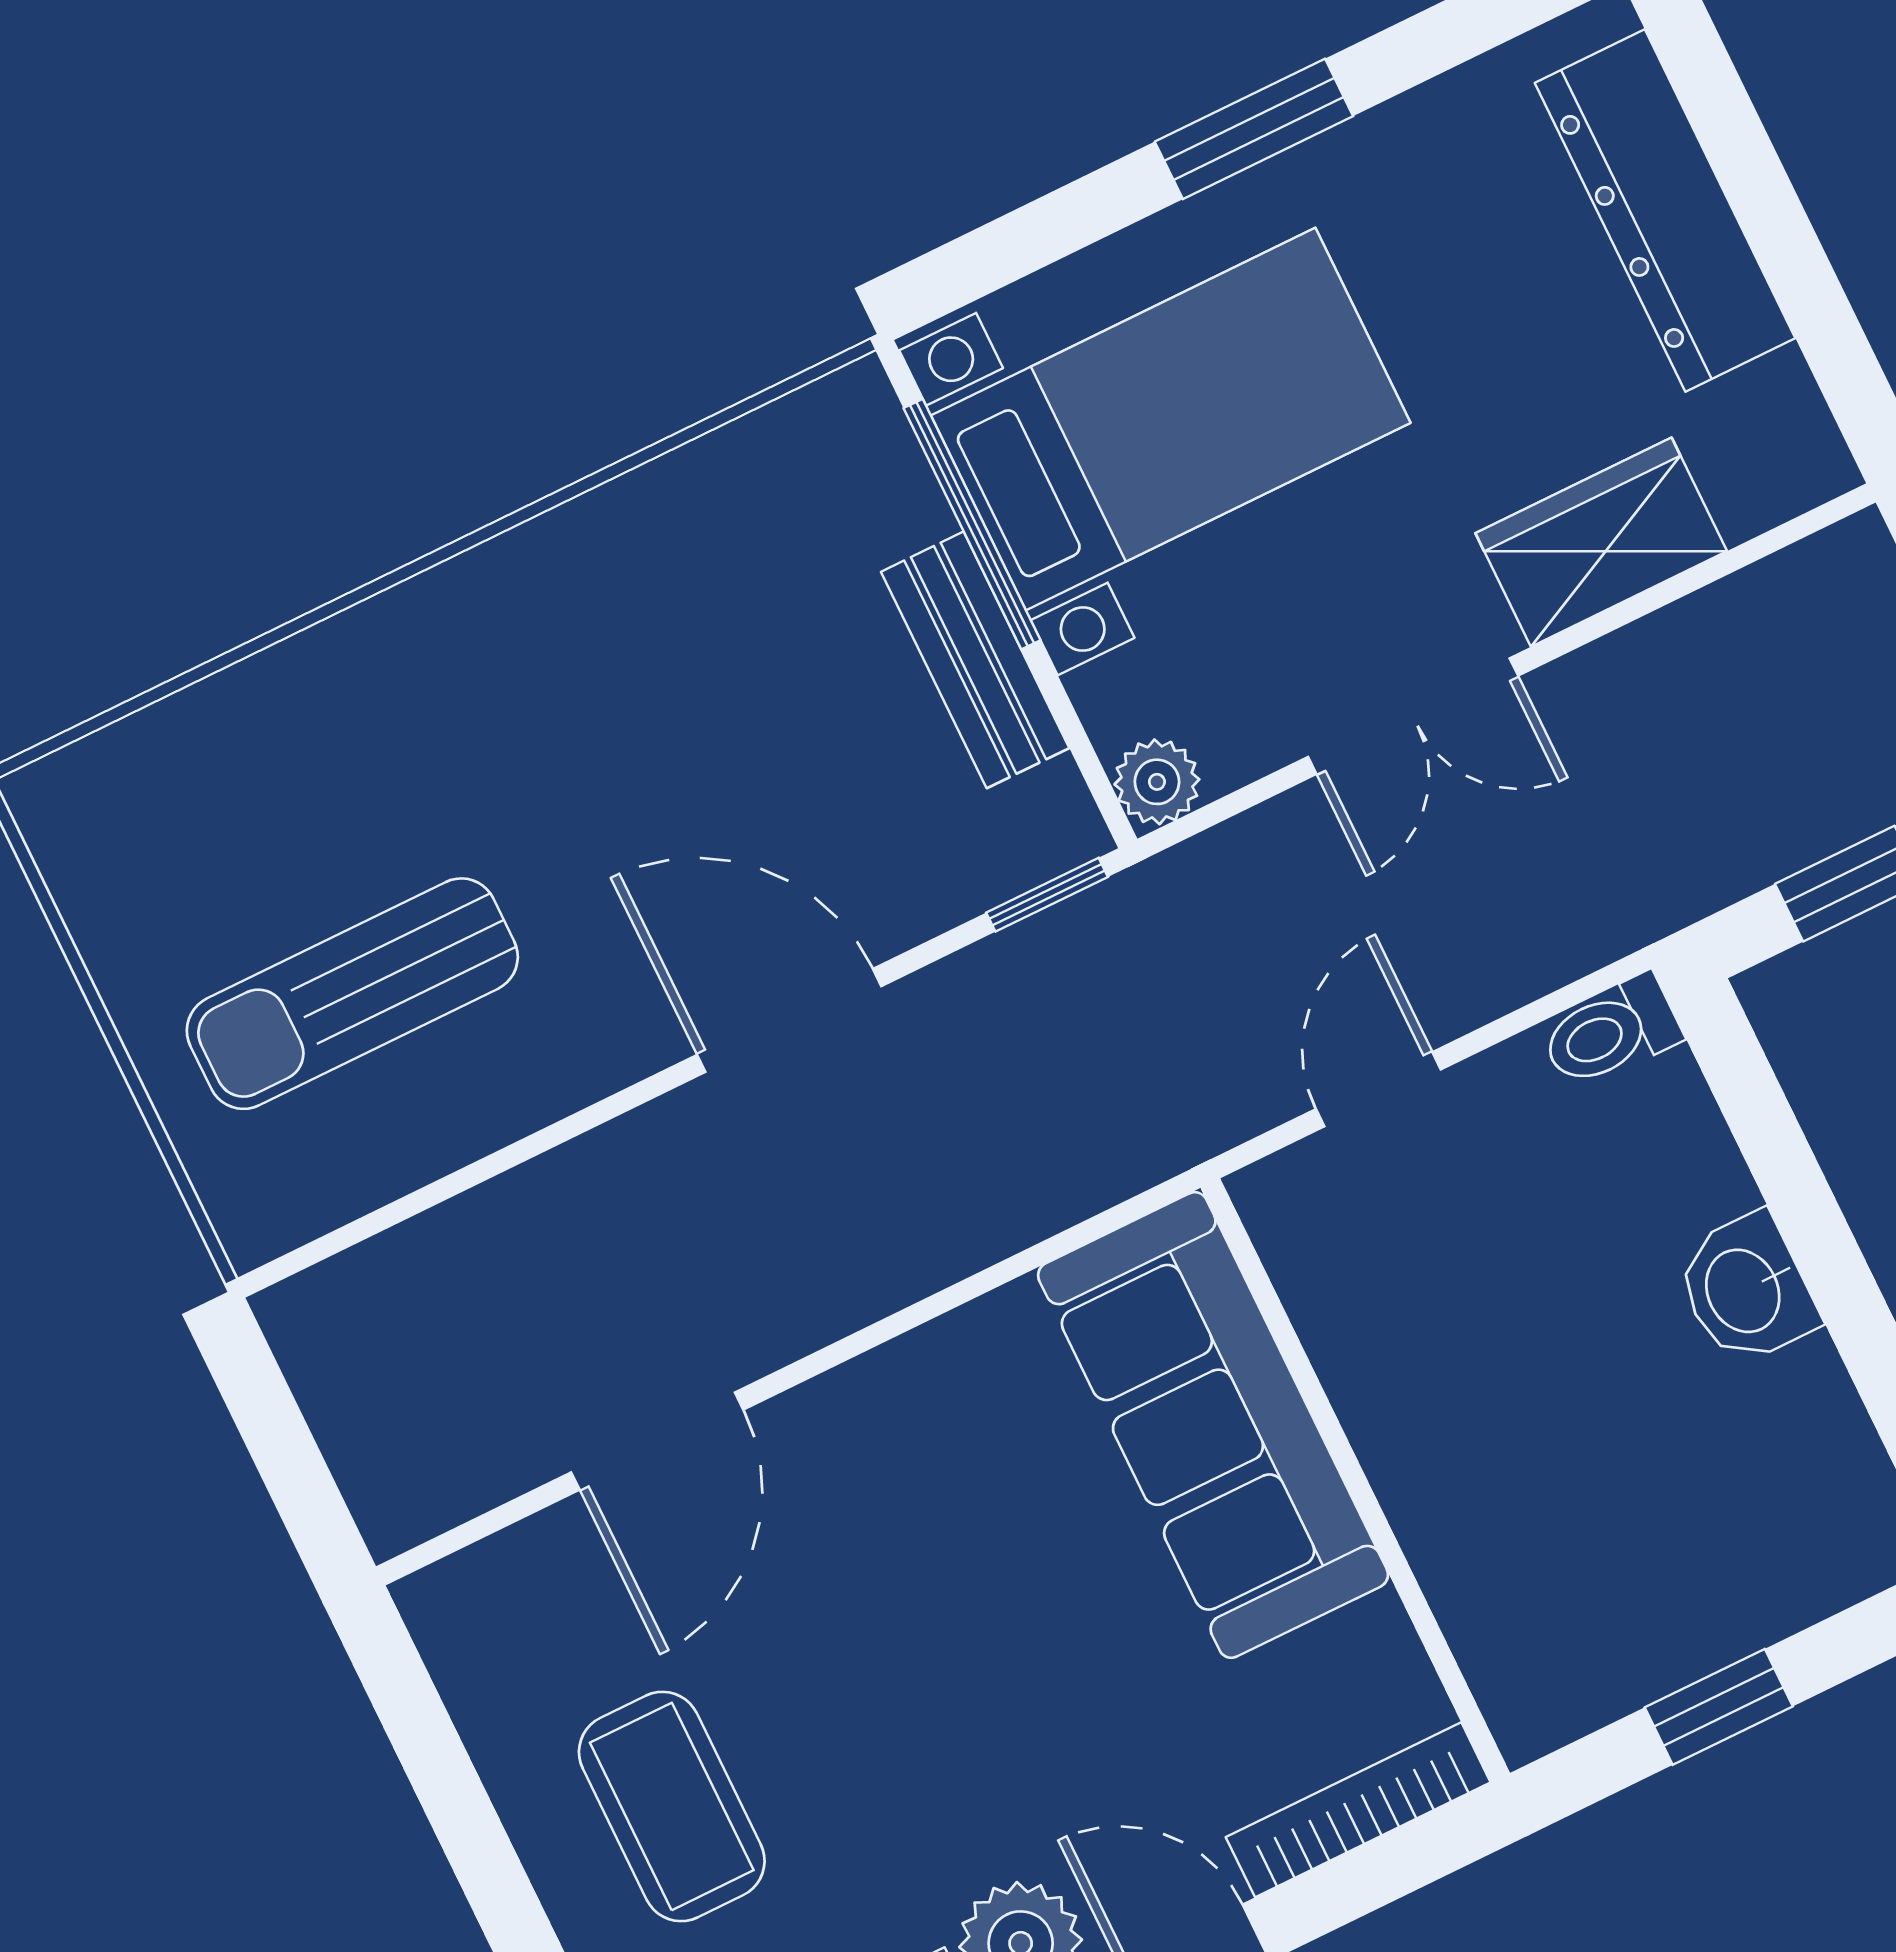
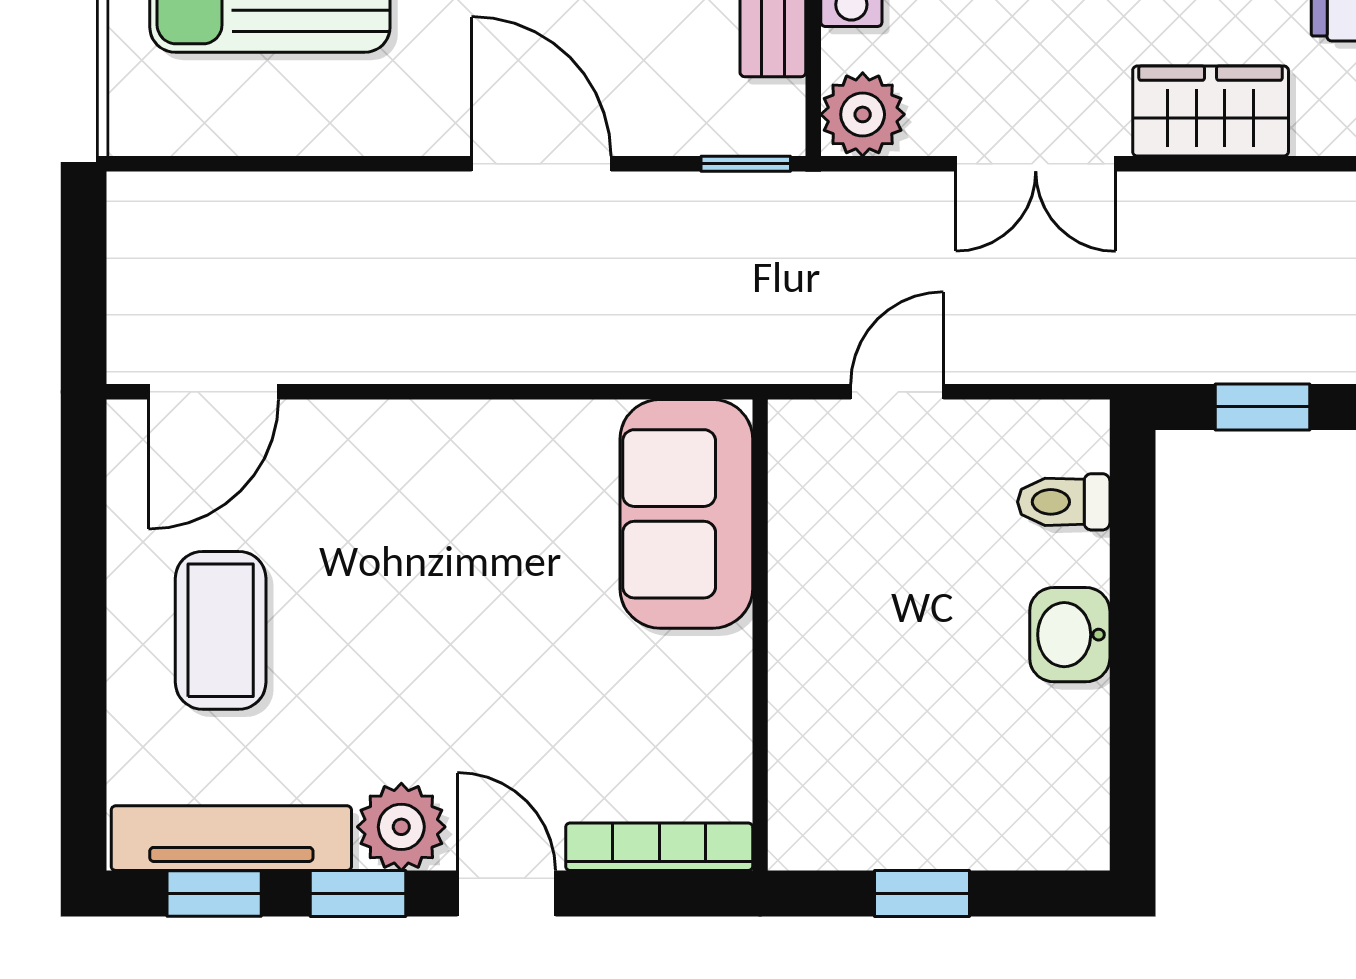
plant: (1157, 782) -> (863, 114), width x1.38, depth x1.38
toilet: (1611, 1032) -> (1064, 502), moved
sofa: (1213, 1425) -> (686, 514), width x0.73
door: (657, 1441) -> (214, 392), moved

